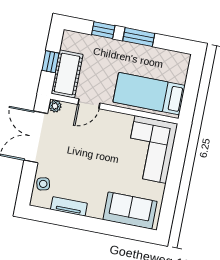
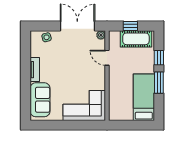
cot: (67, 74) -> (136, 39), moved
bed: (149, 94) -> (144, 97), moved
tv unit: (69, 206) -> (35, 70), moved

